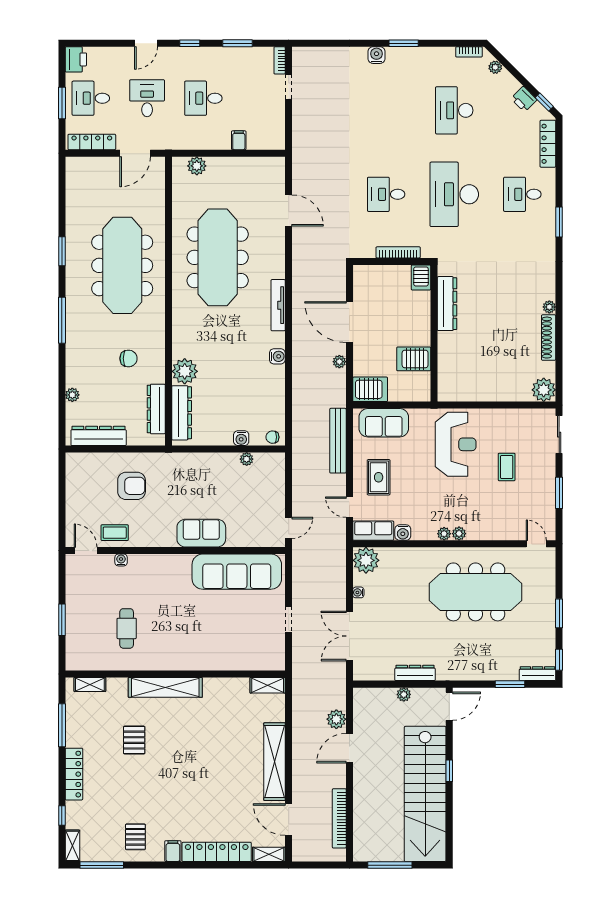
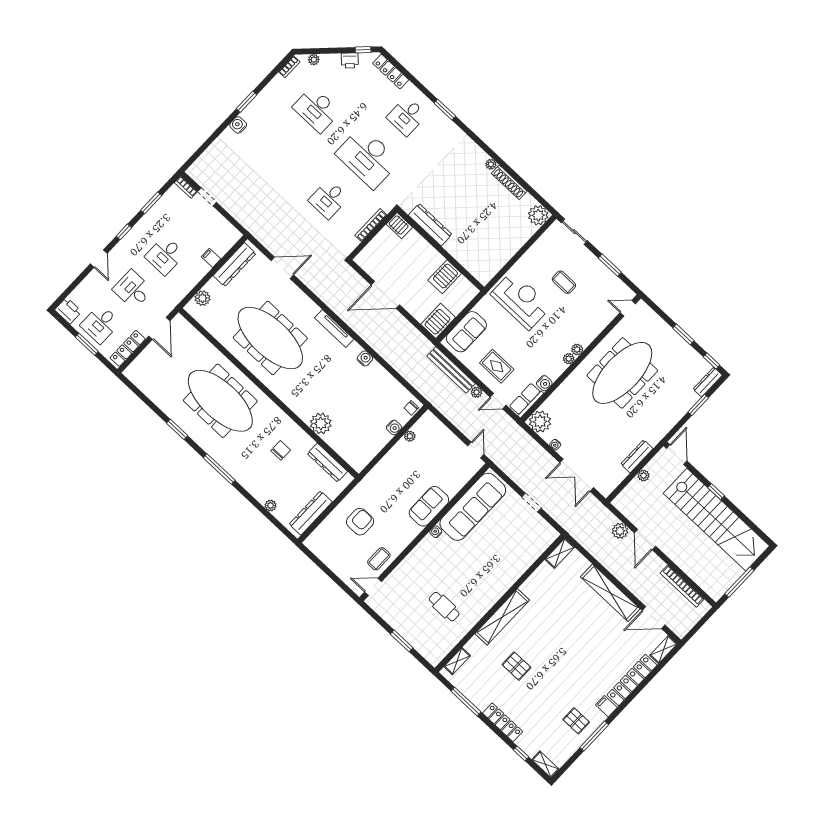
plant: (339, 362) -> (477, 392), moved
dresser: (182, 413) -> (235, 265), moved, turned 90
water cooler: (121, 560) -> (436, 532), moved
window: (102, 865) -> (594, 736), moved

